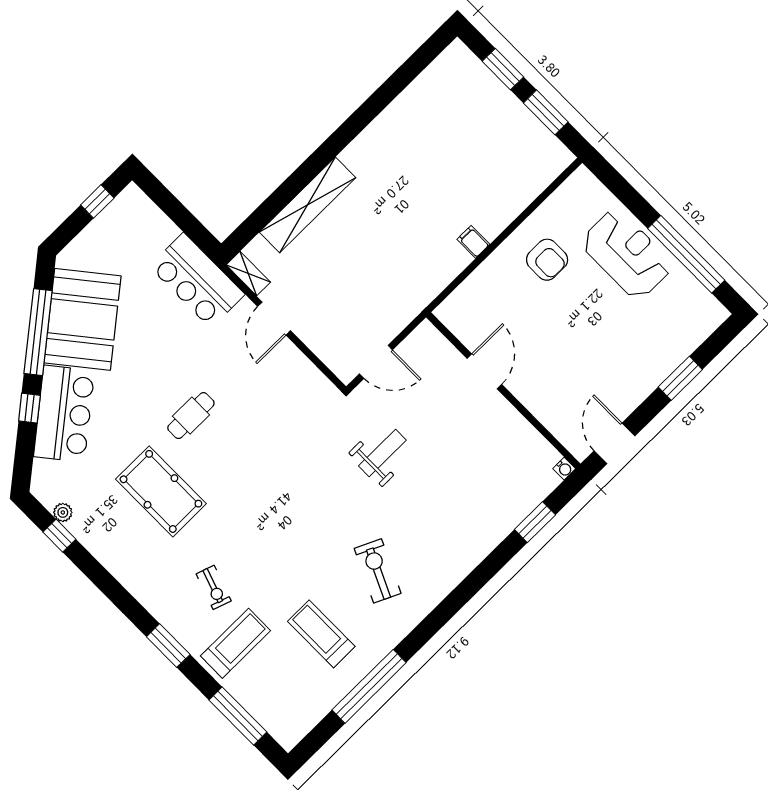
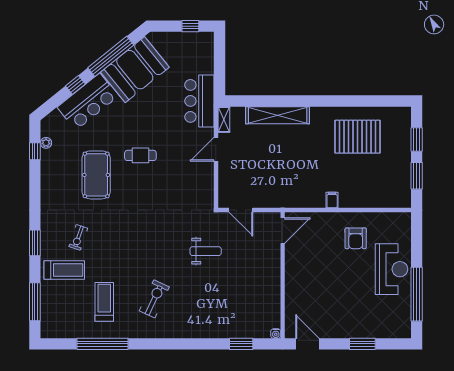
pallet: (429, 136) -> (358, 137), added
door: (484, 371) -> (283, 231), moved
door: (615, 443) -> (307, 344), hinge flipped

